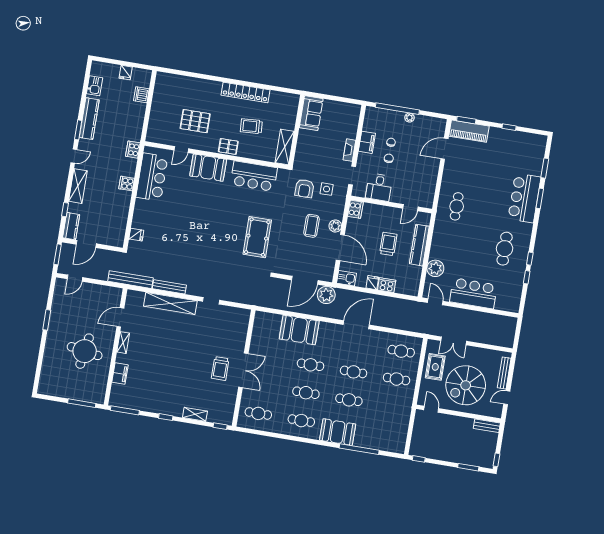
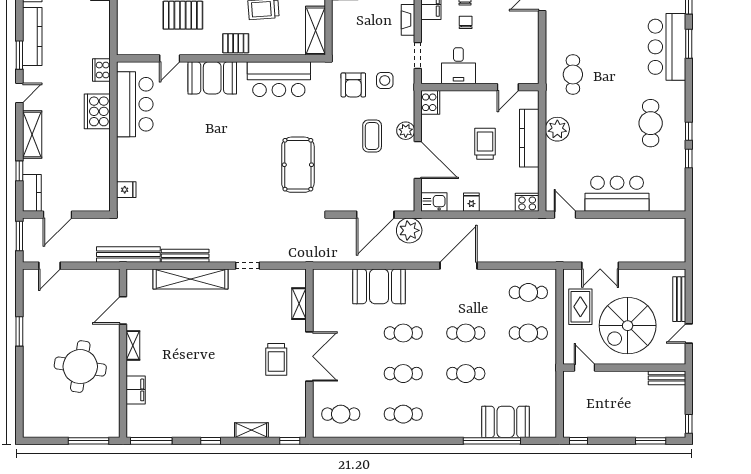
cooker: (127, 184) -> (97, 111), width x1.87, depth x1.31
plant: (435, 268) -> (557, 129), moved
cooker: (387, 285) -> (527, 202), moved
shelving: (242, 333) -> (299, 304), added
booth: (338, 432) -> (506, 422), moved

